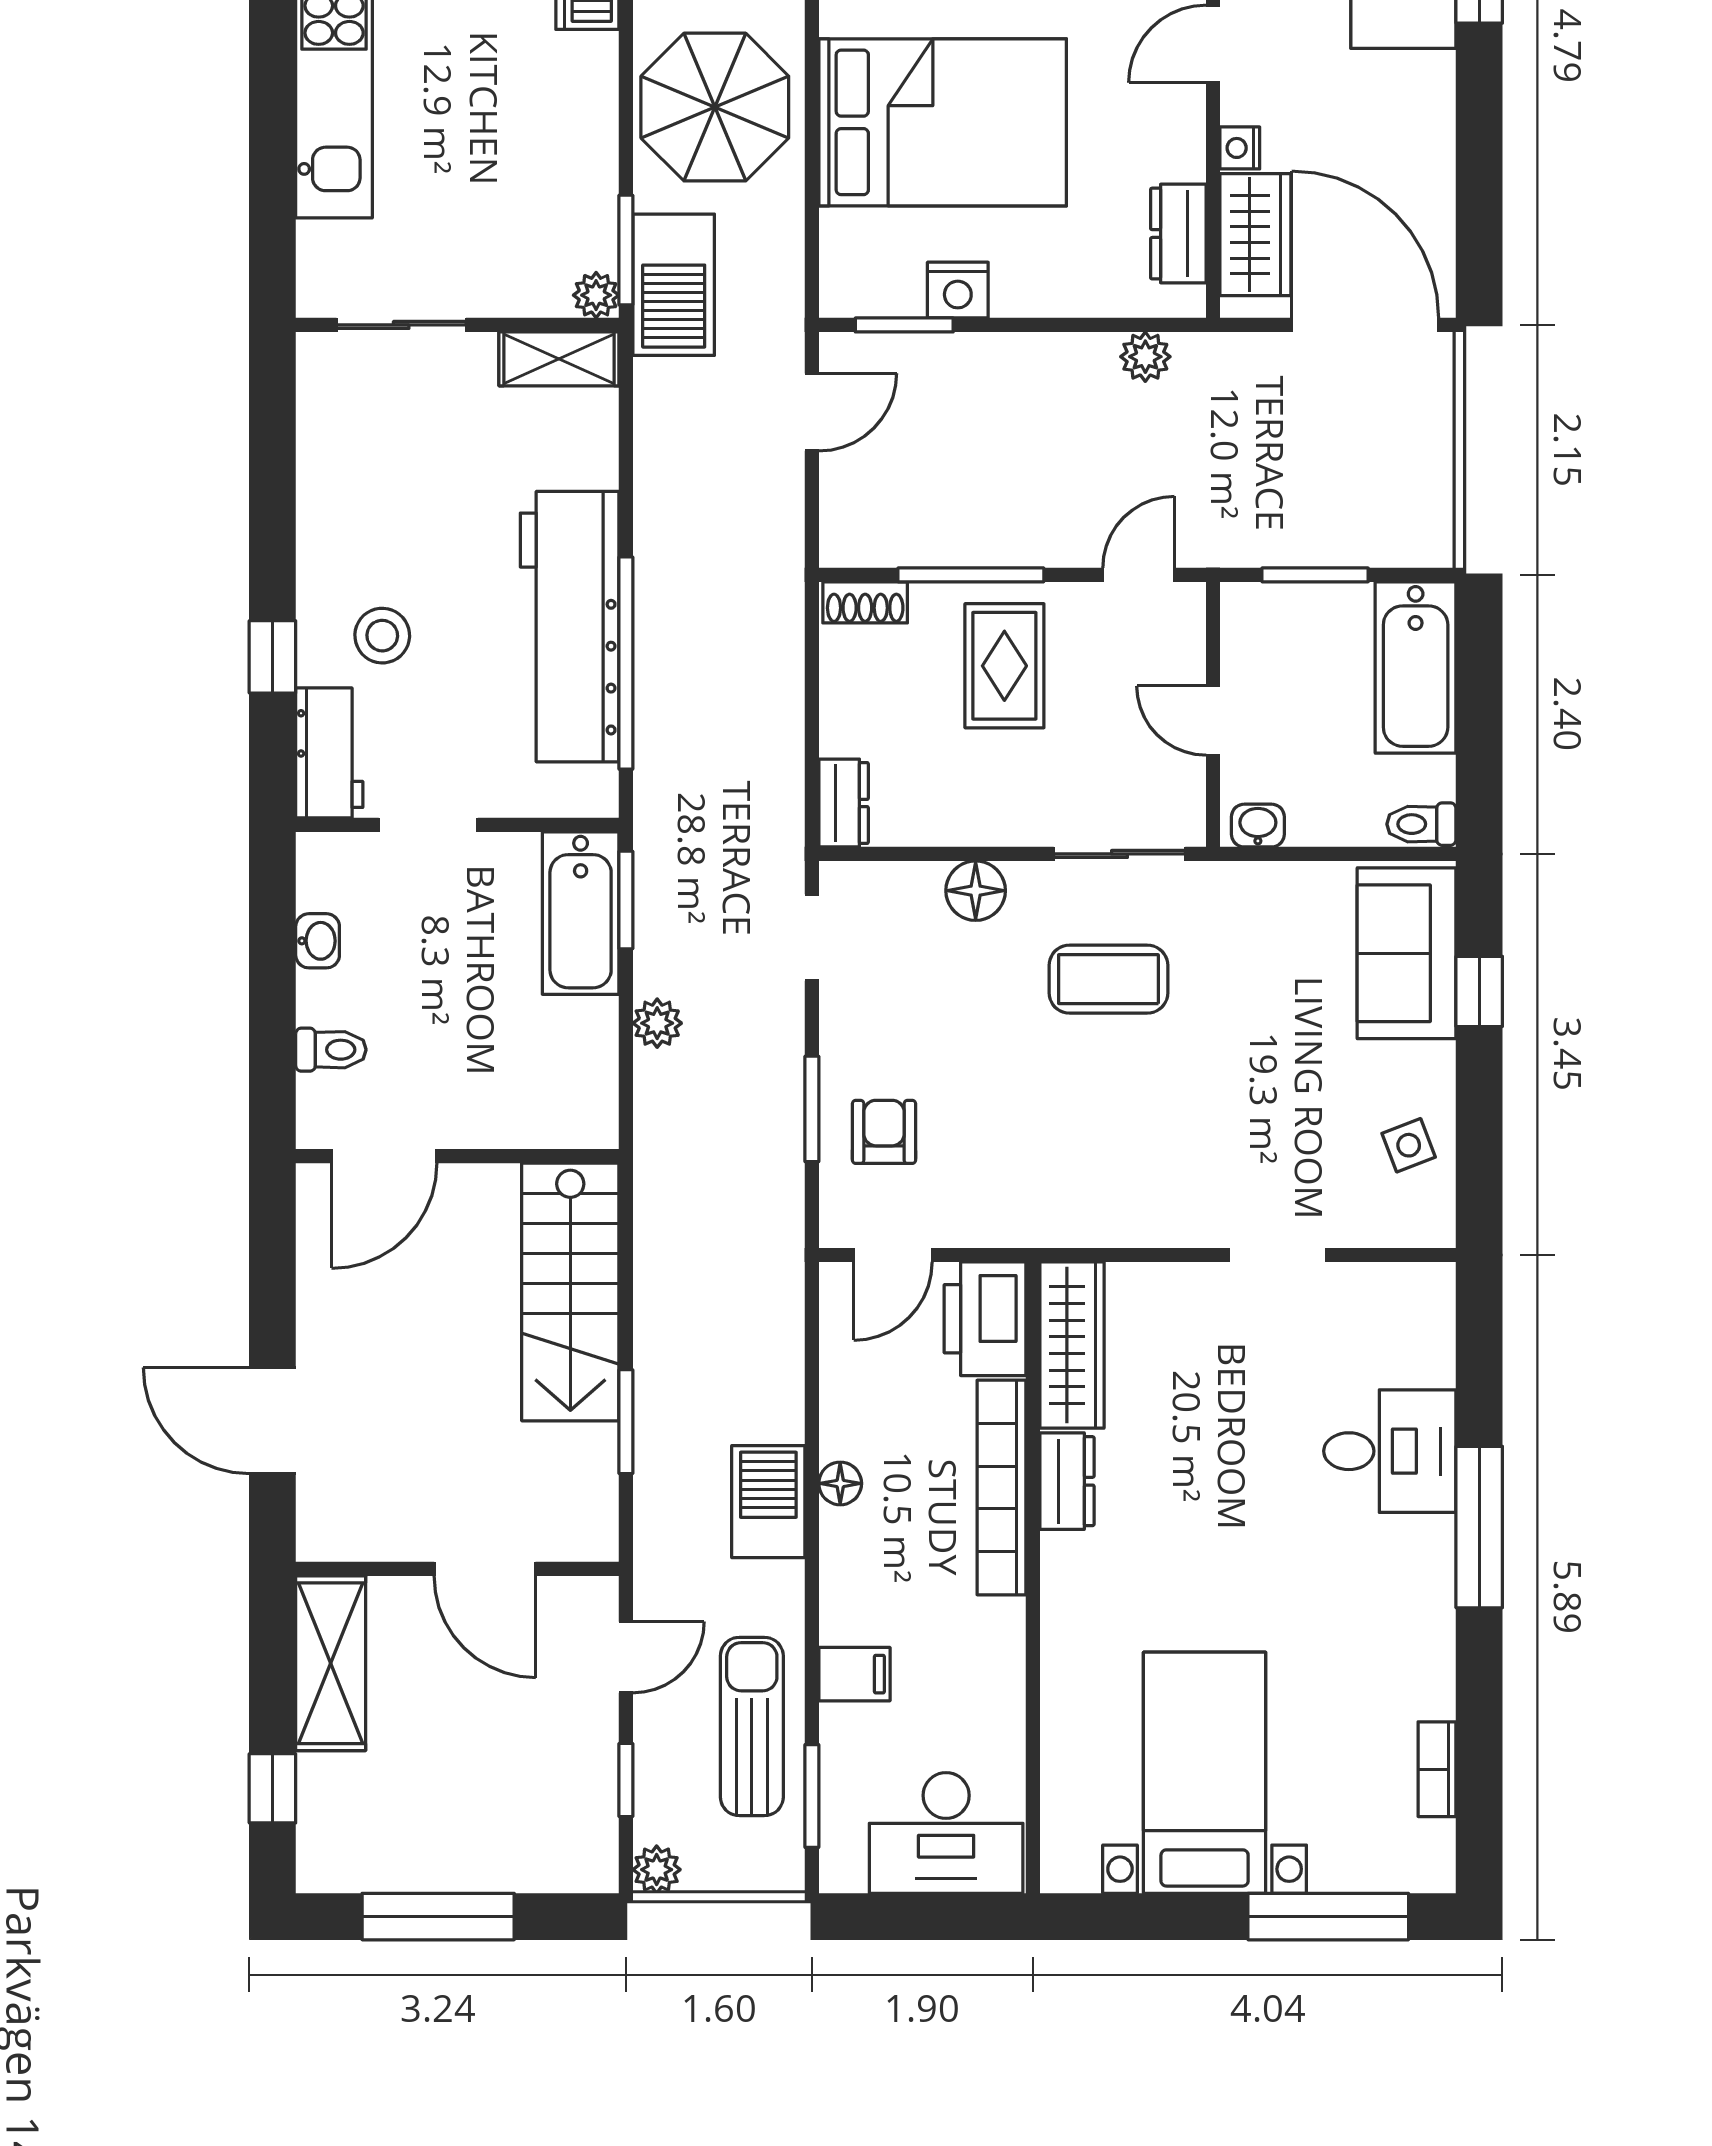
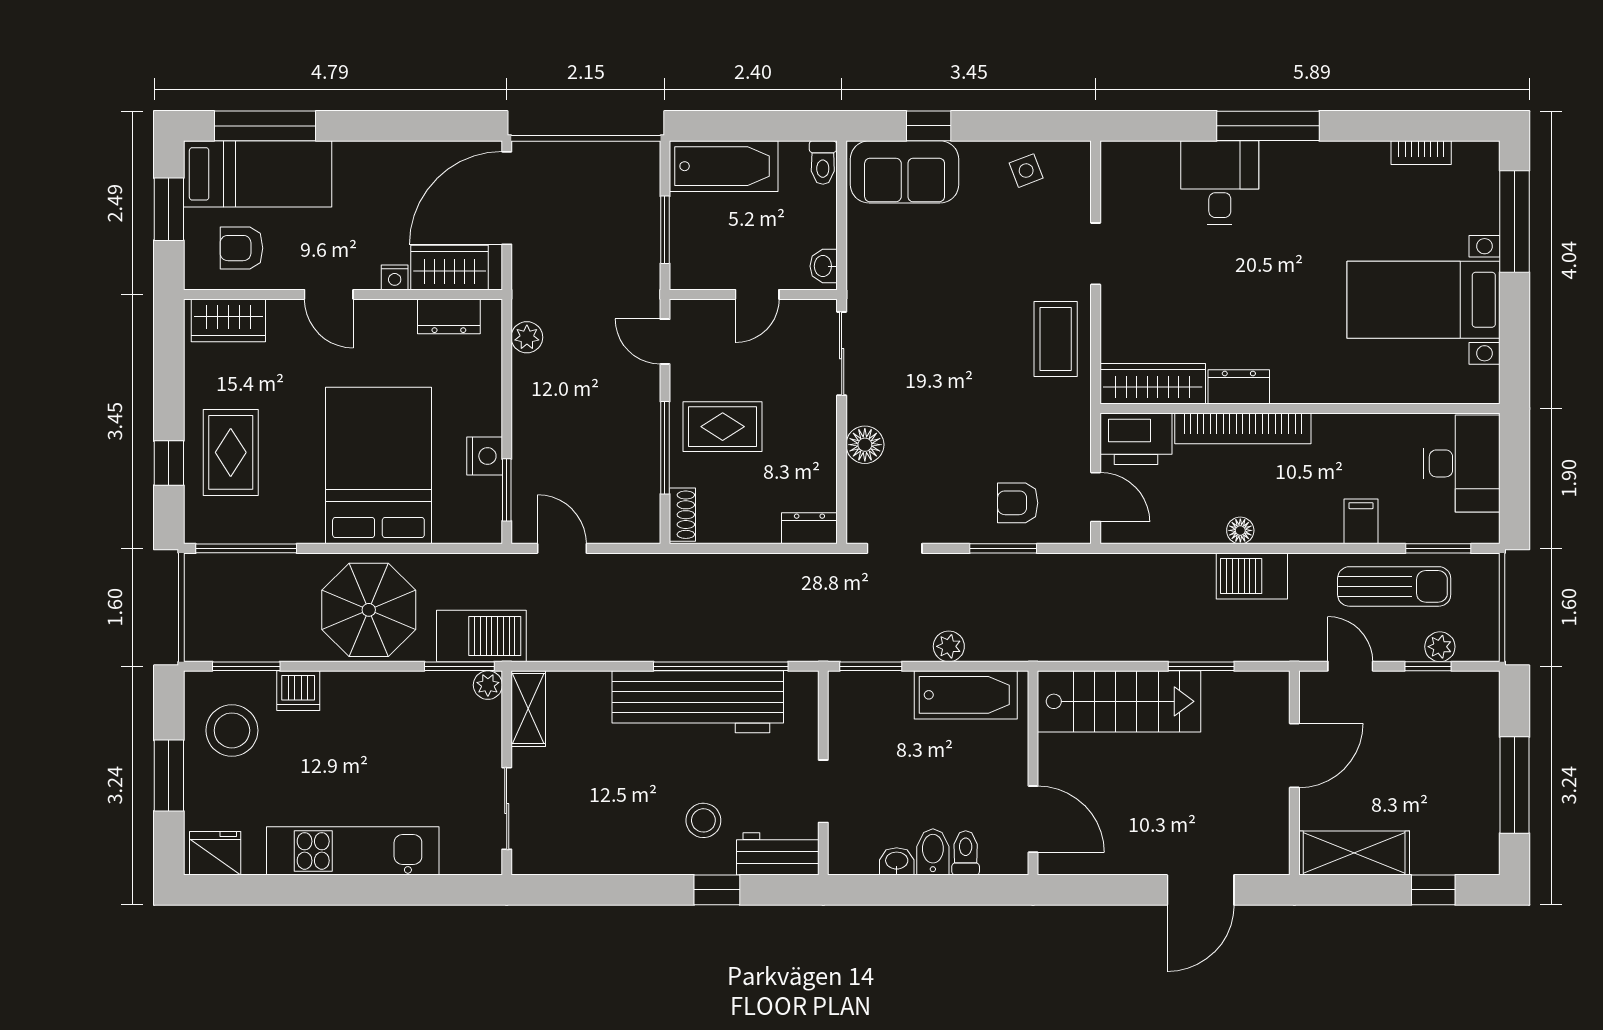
bathtub: (581, 913) -> (966, 695), moved
coffee table: (1108, 979) -> (1056, 339), moved
bidet: (333, 998) -> (933, 852), added
sun lounger: (752, 1726) -> (1394, 586), turned 180
plant: (657, 1870) -> (1440, 647), moved

